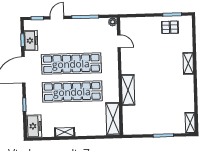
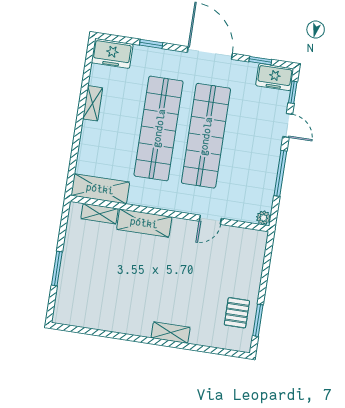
freezer: (31, 41) -> (275, 77), moved
door: (119, 41) -> (210, 220), moved
shelving: (190, 123) -> (100, 214), moved

